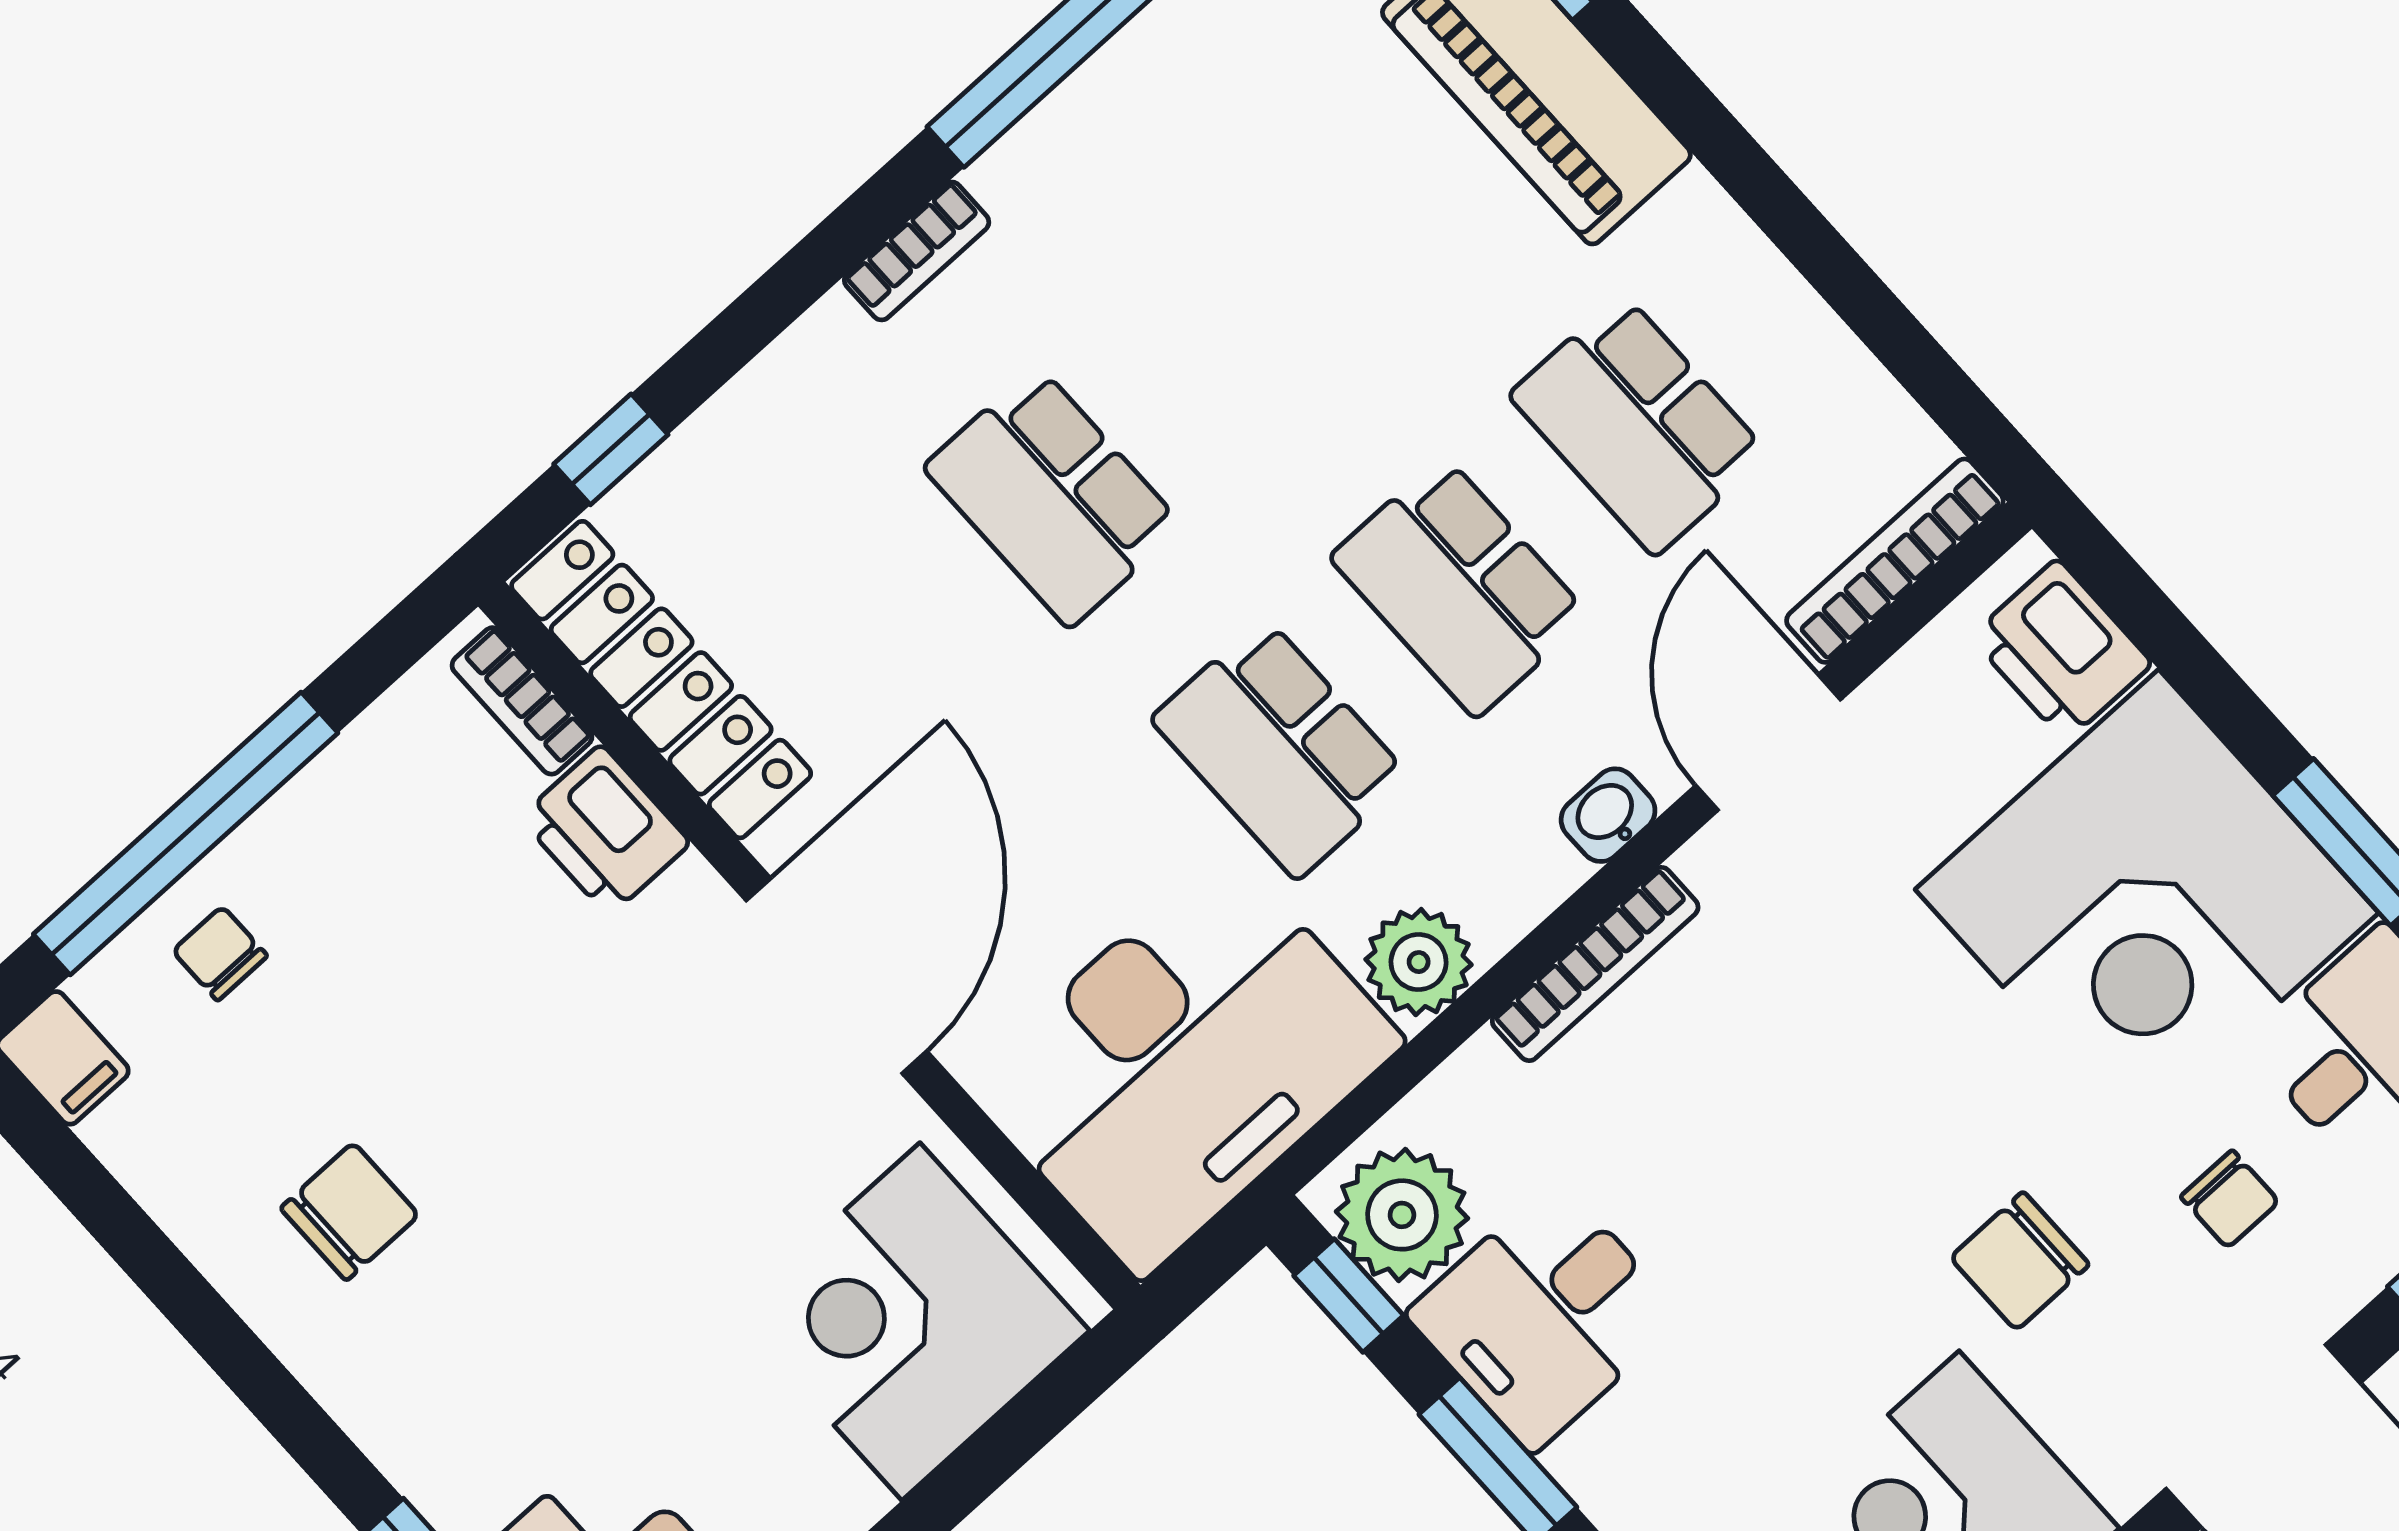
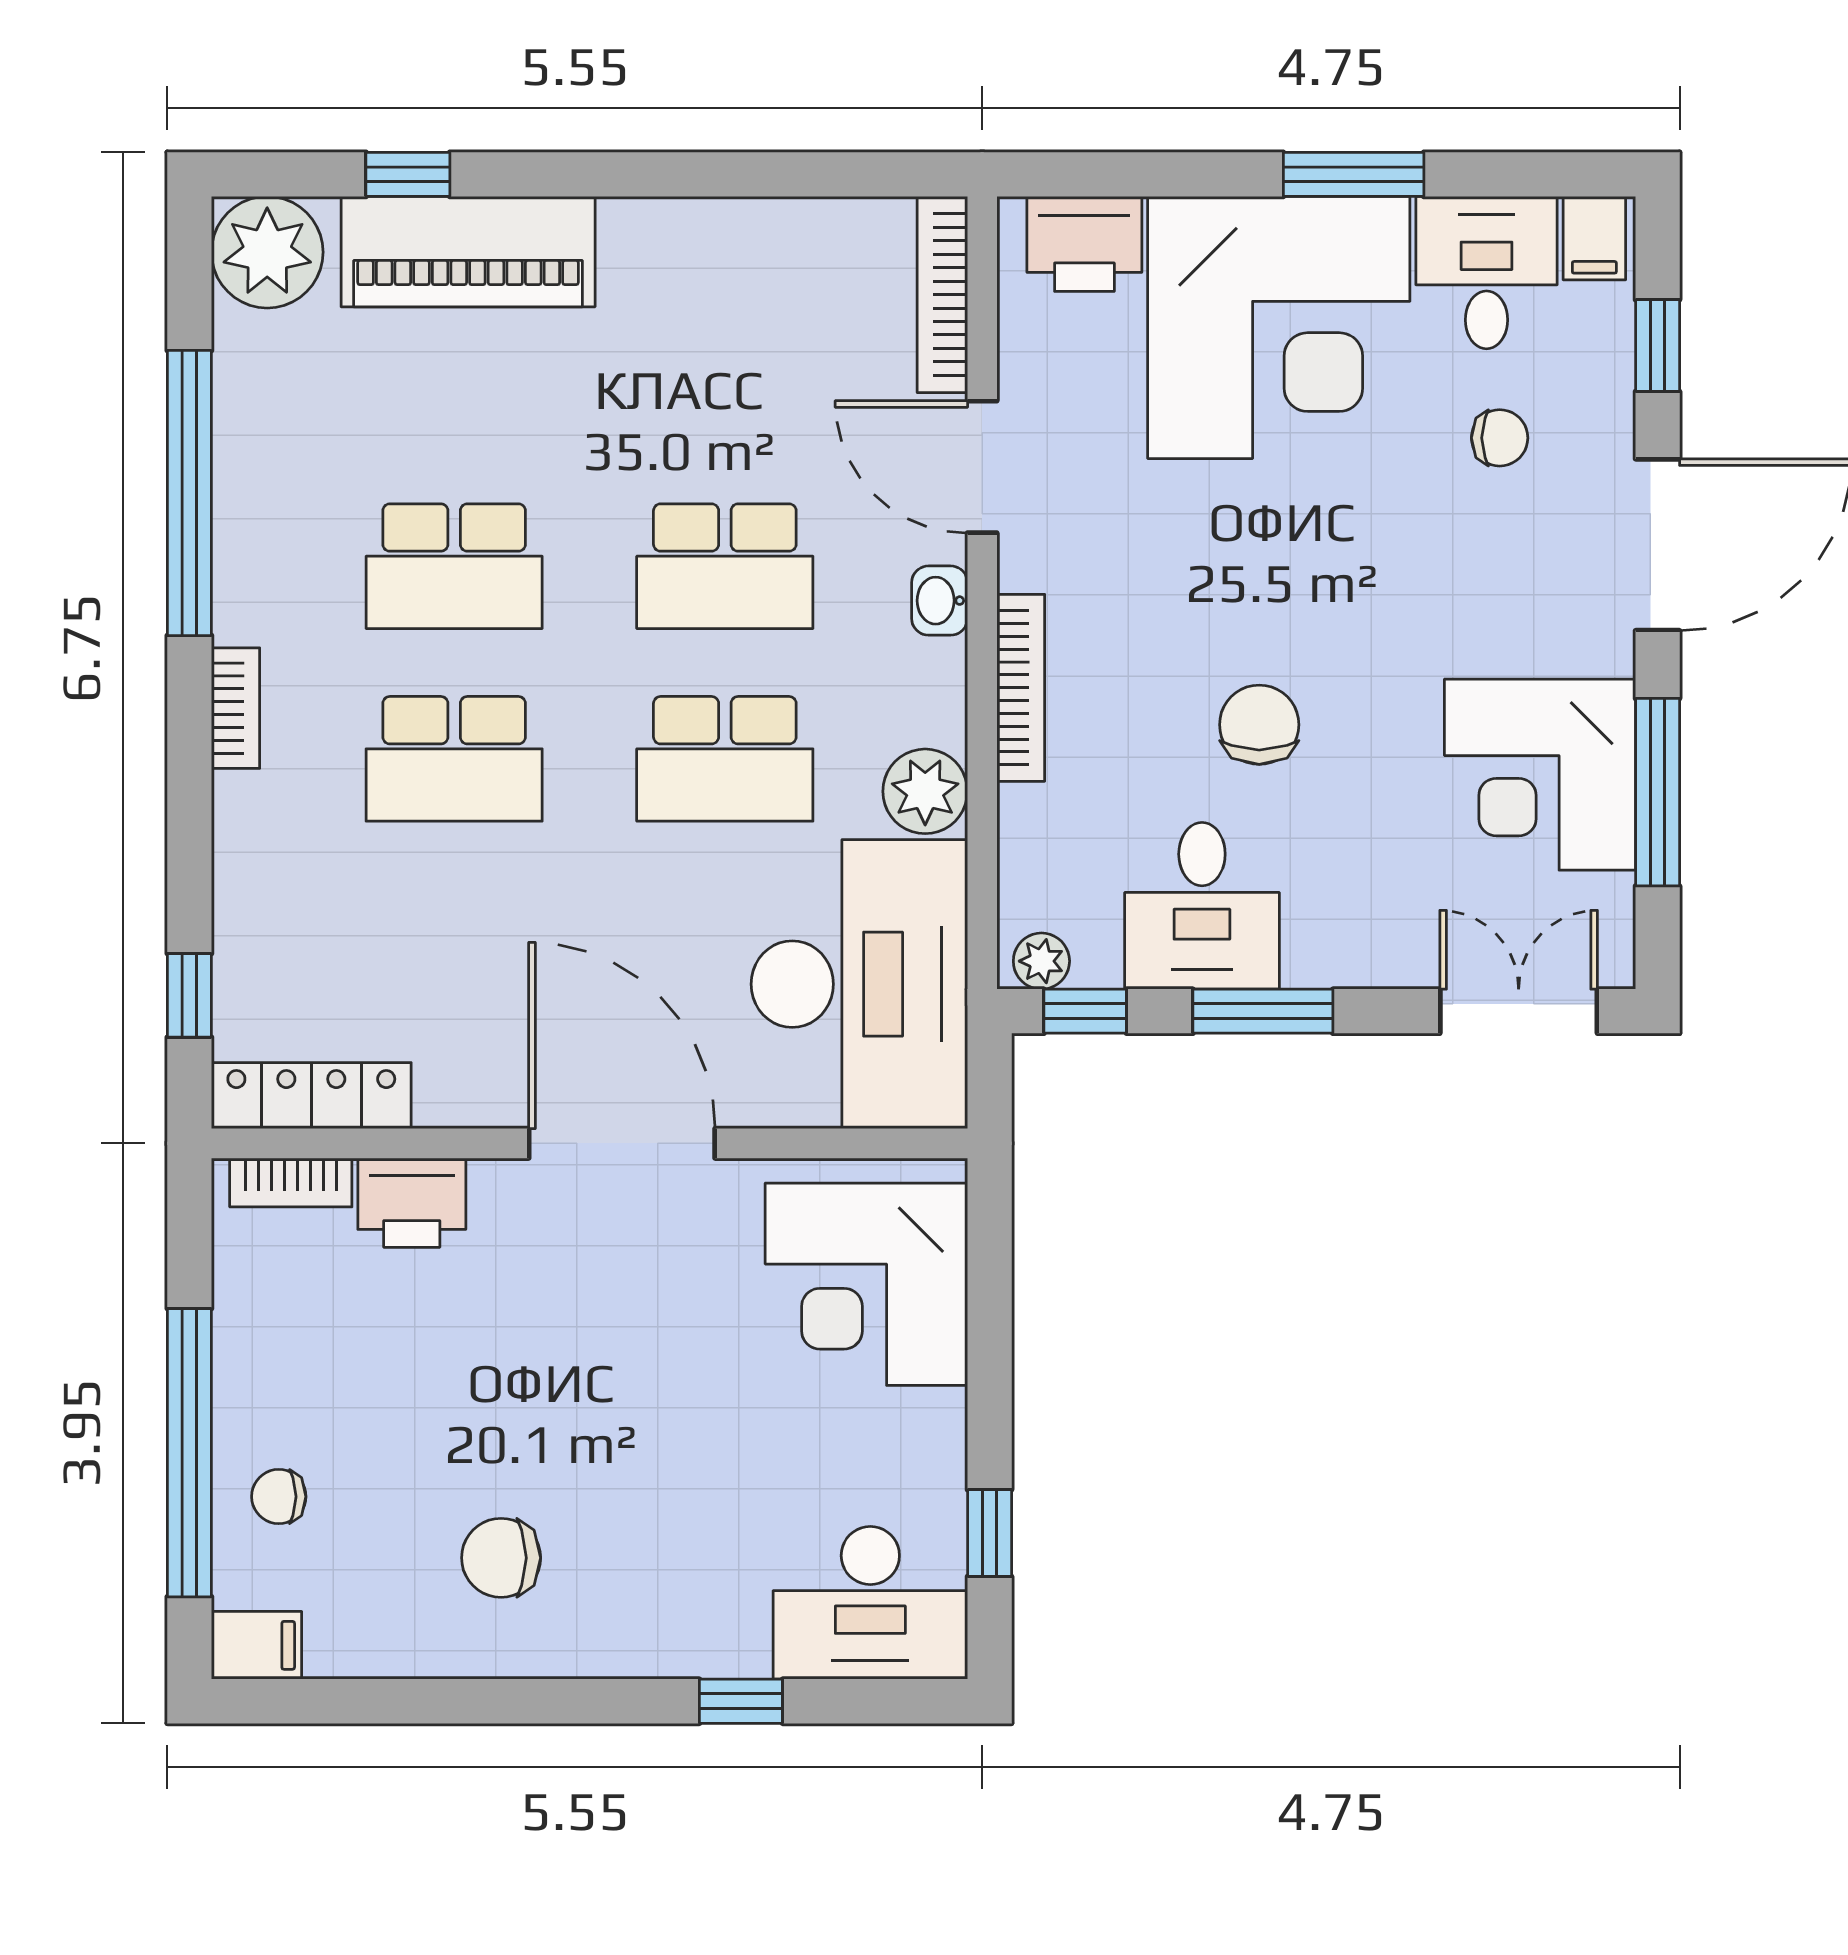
school desk: (1639, 425) -> (454, 566), moved
locker: (661, 680) -> (311, 1096), width x0.71, depth x0.83
chair: (350, 1212) -> (501, 1558), turned -90
plant: (1402, 1215) -> (1041, 961), width x0.53, depth x0.53
chair: (2020, 1261) -> (1259, 725), moved, turned 180

